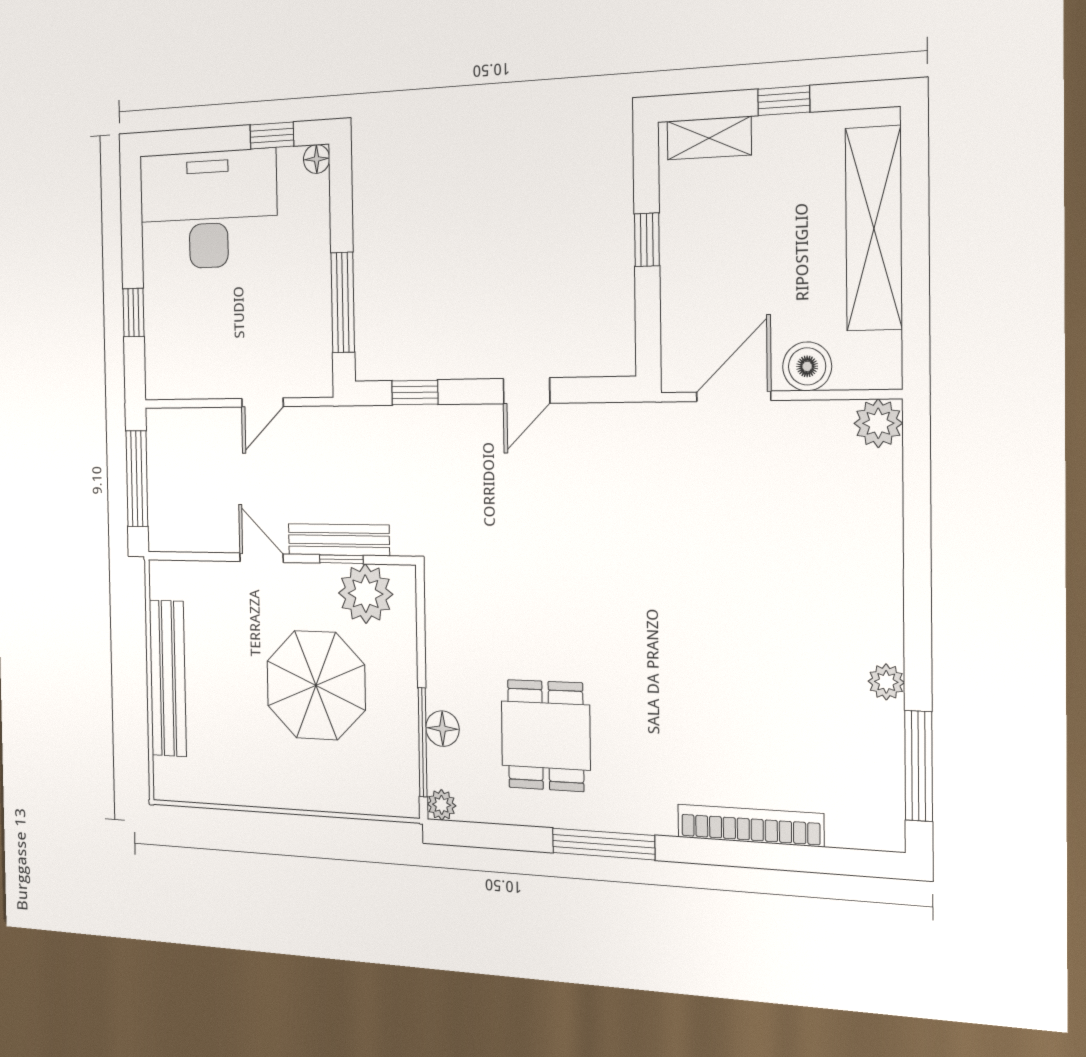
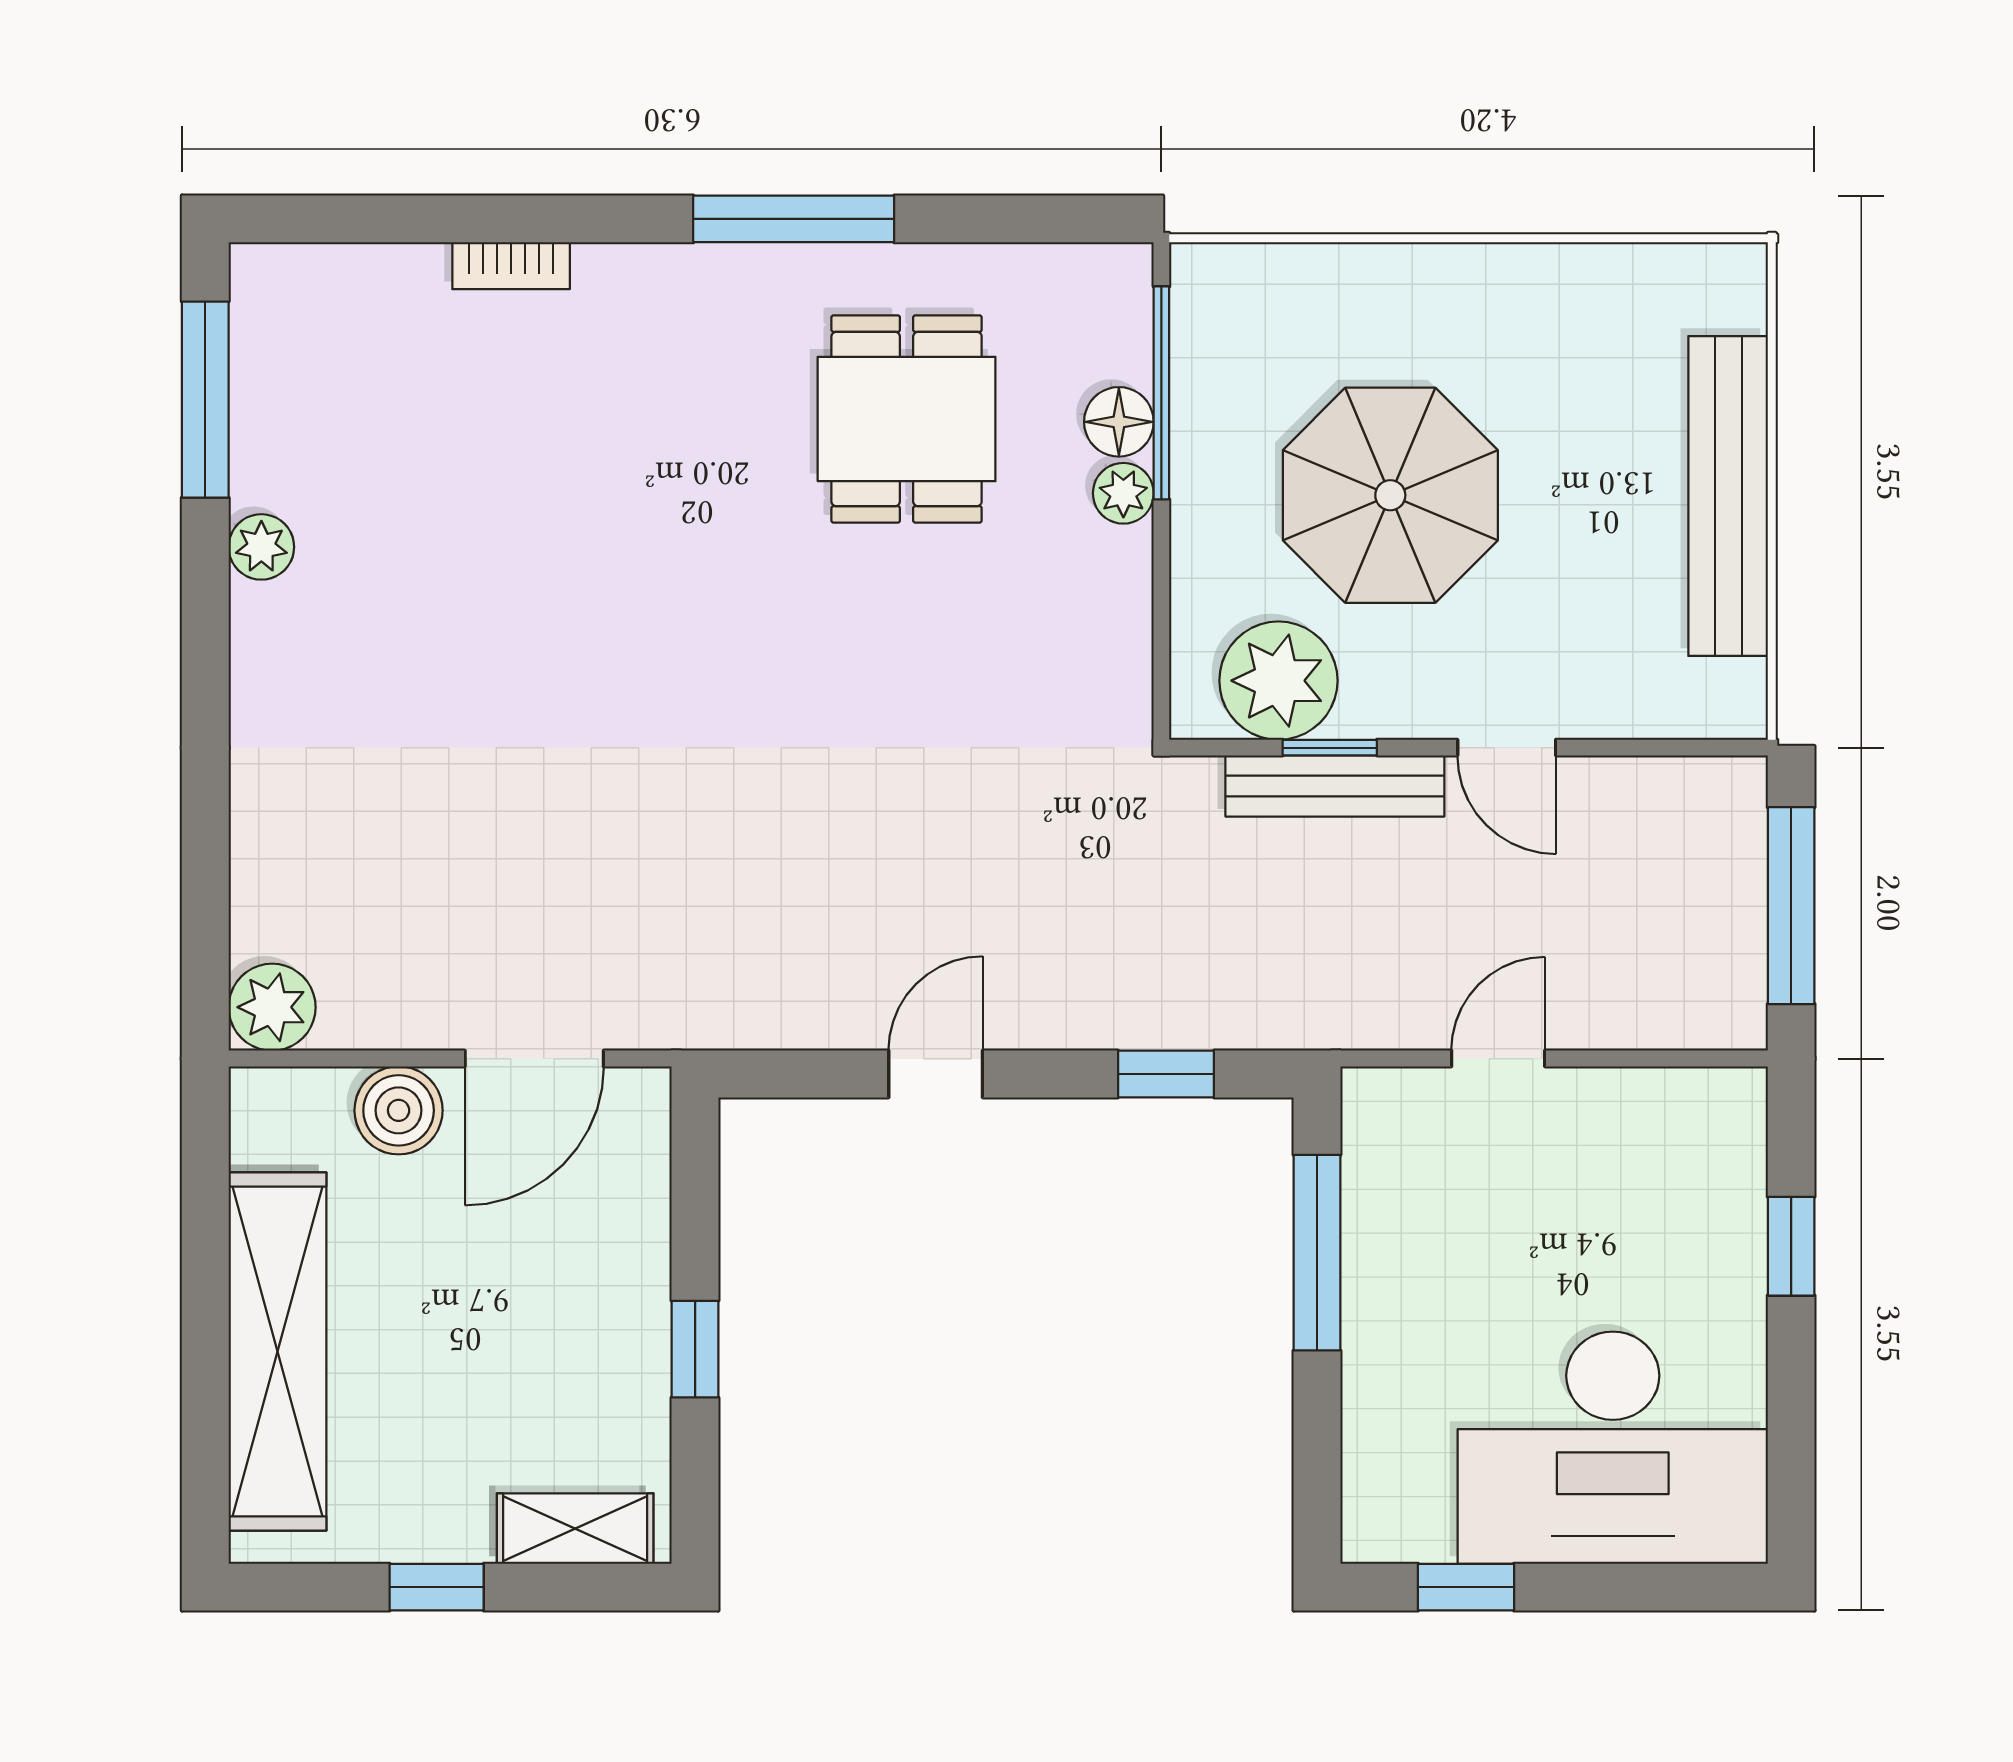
floor lamp: (317, 159) -> (1369, 1535), removed
plant: (442, 805) -> (1123, 493), moved
bookcase: (750, 825) -> (511, 266), width x0.43, depth x0.76

